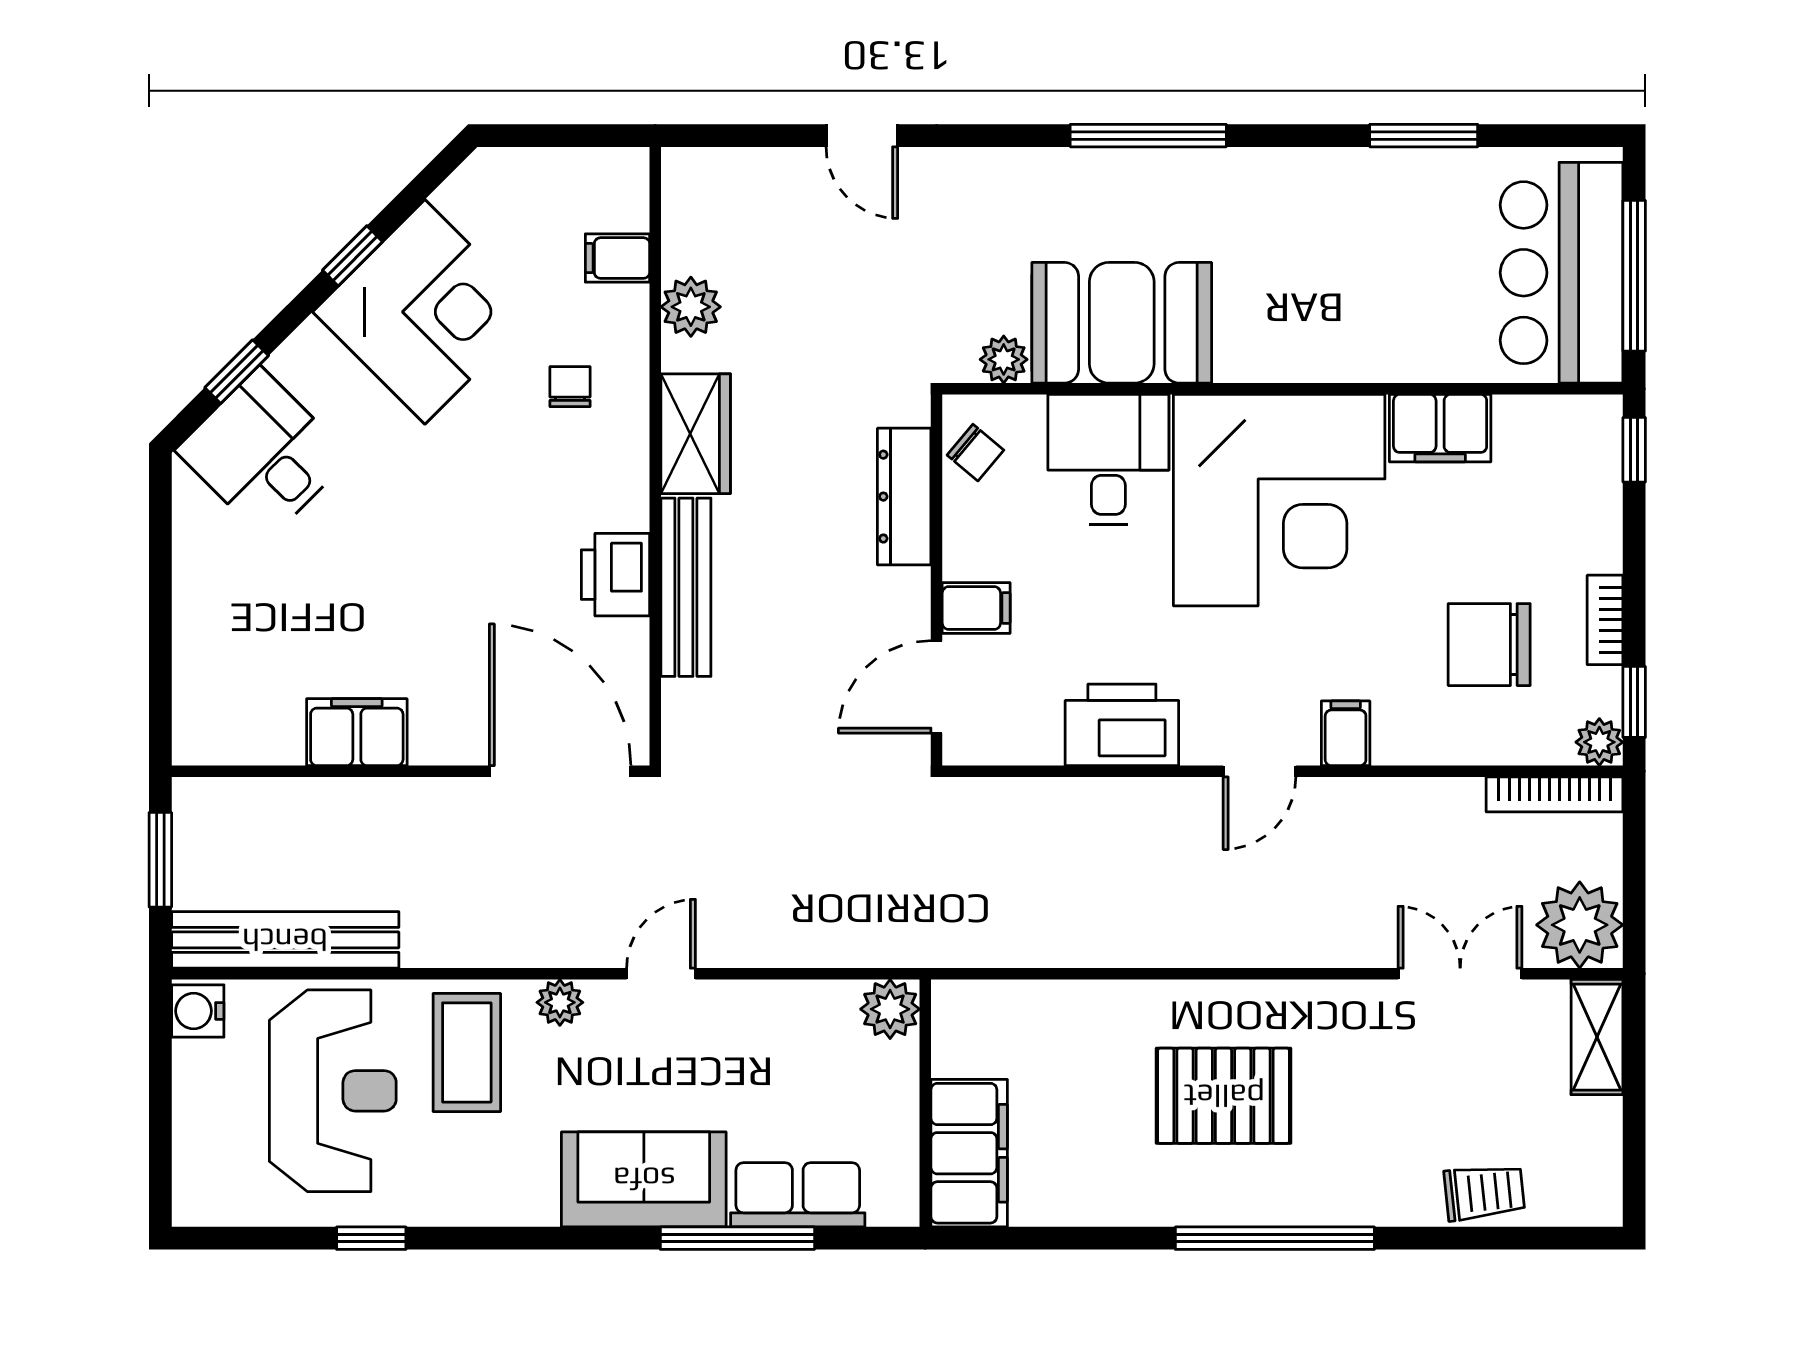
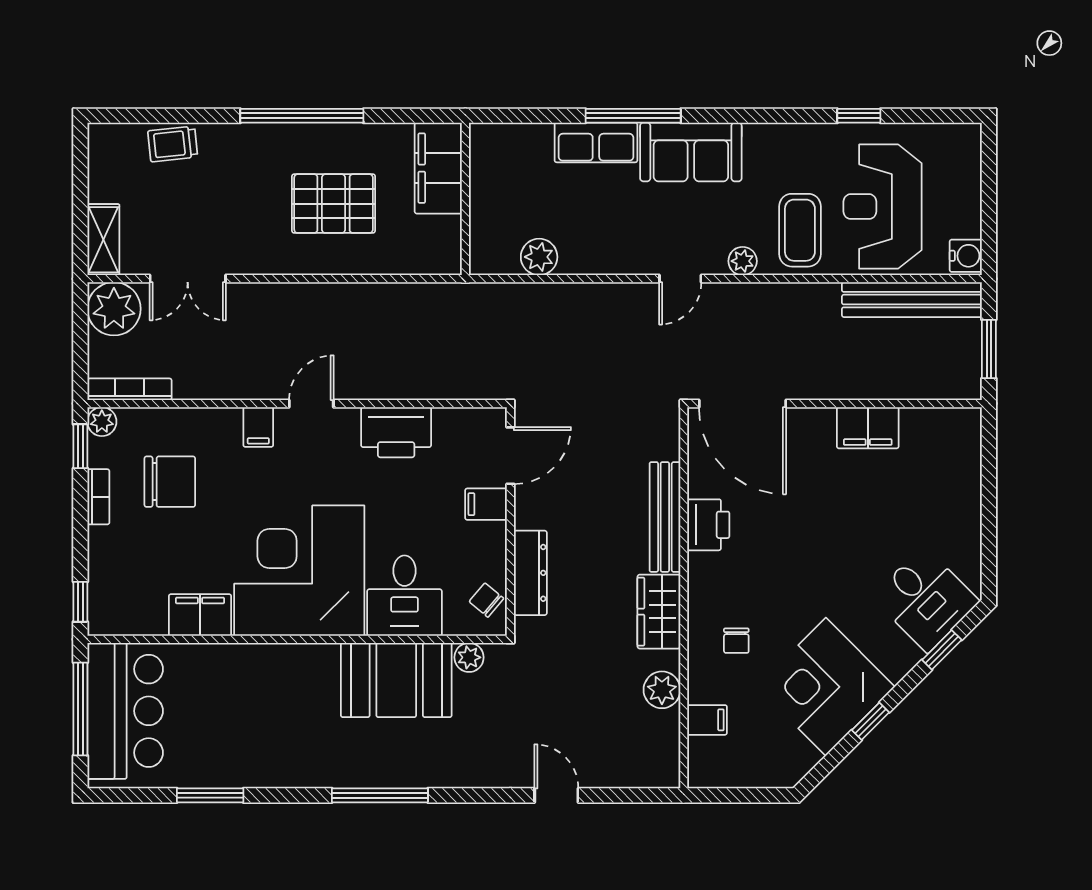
wall: (925, 1103) -> (465, 199), moved
filing cabinet: (969, 1153) -> (438, 168), moved

